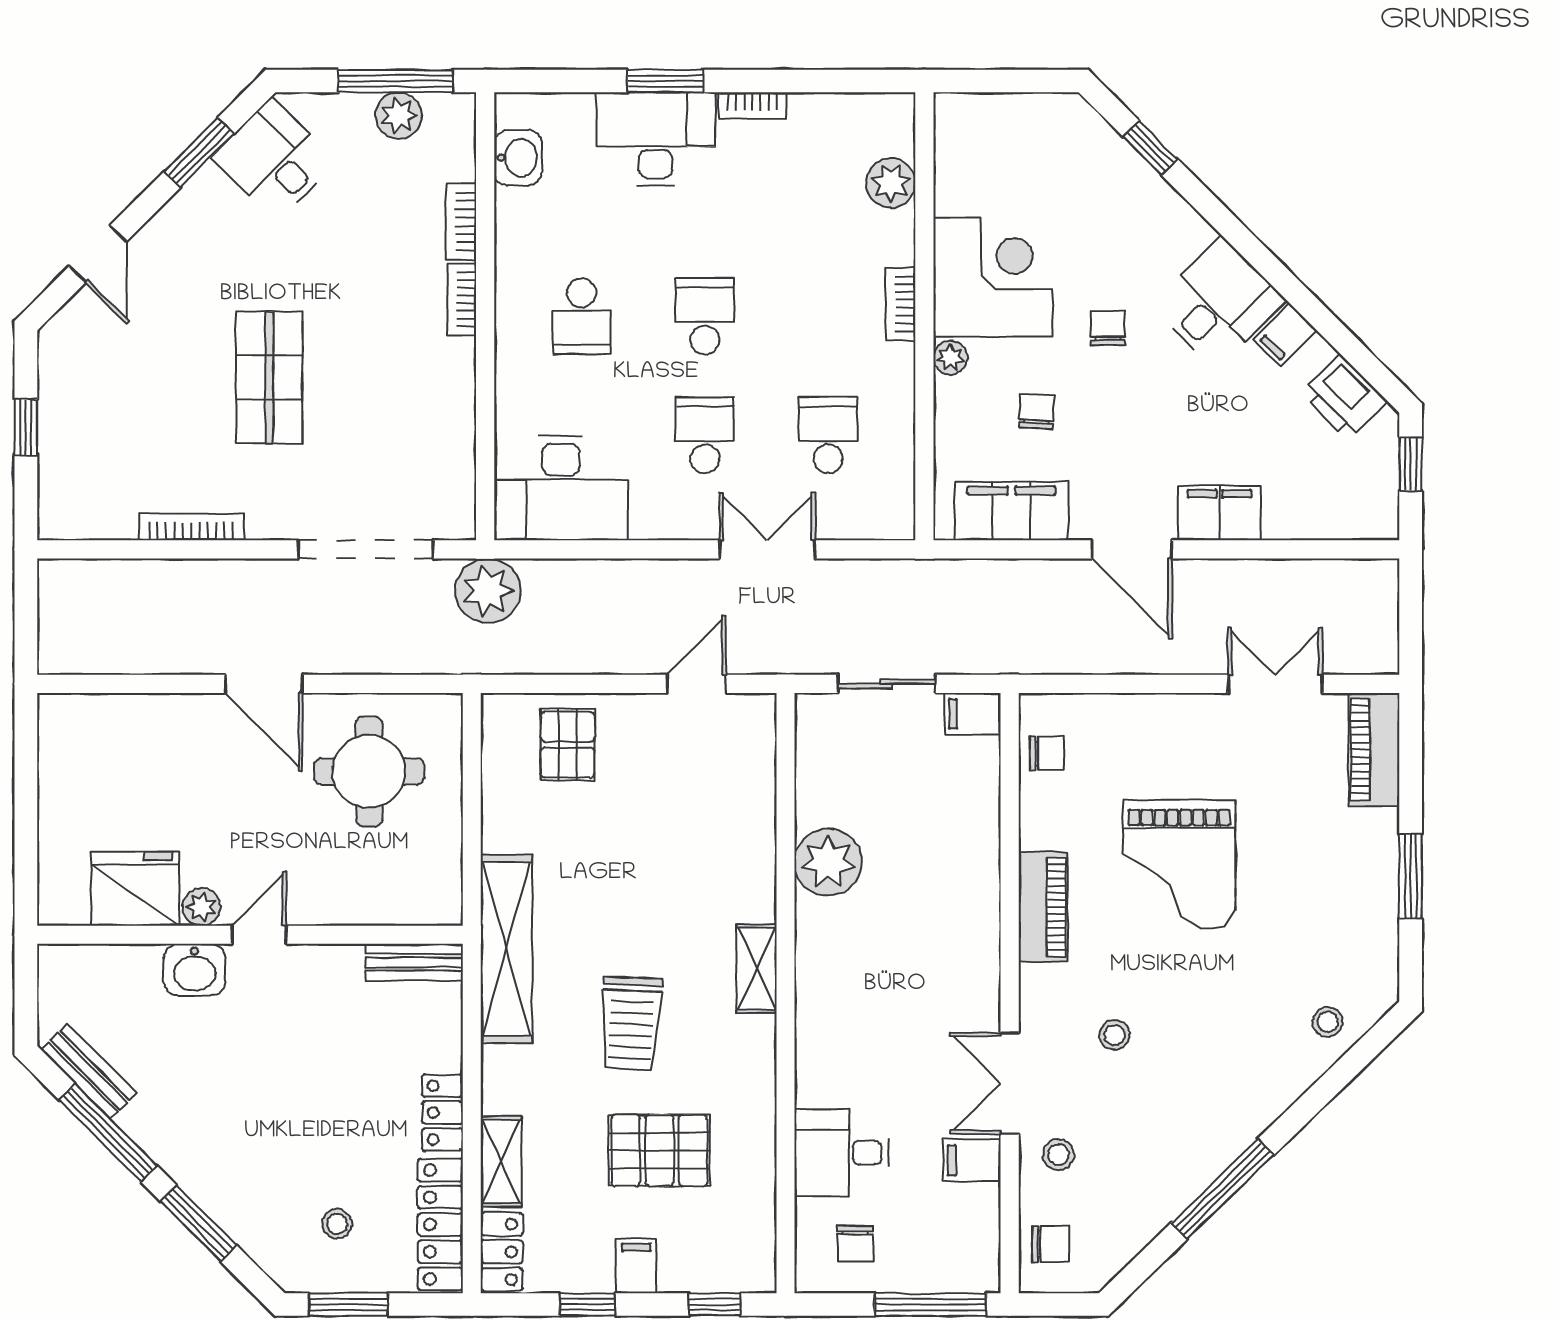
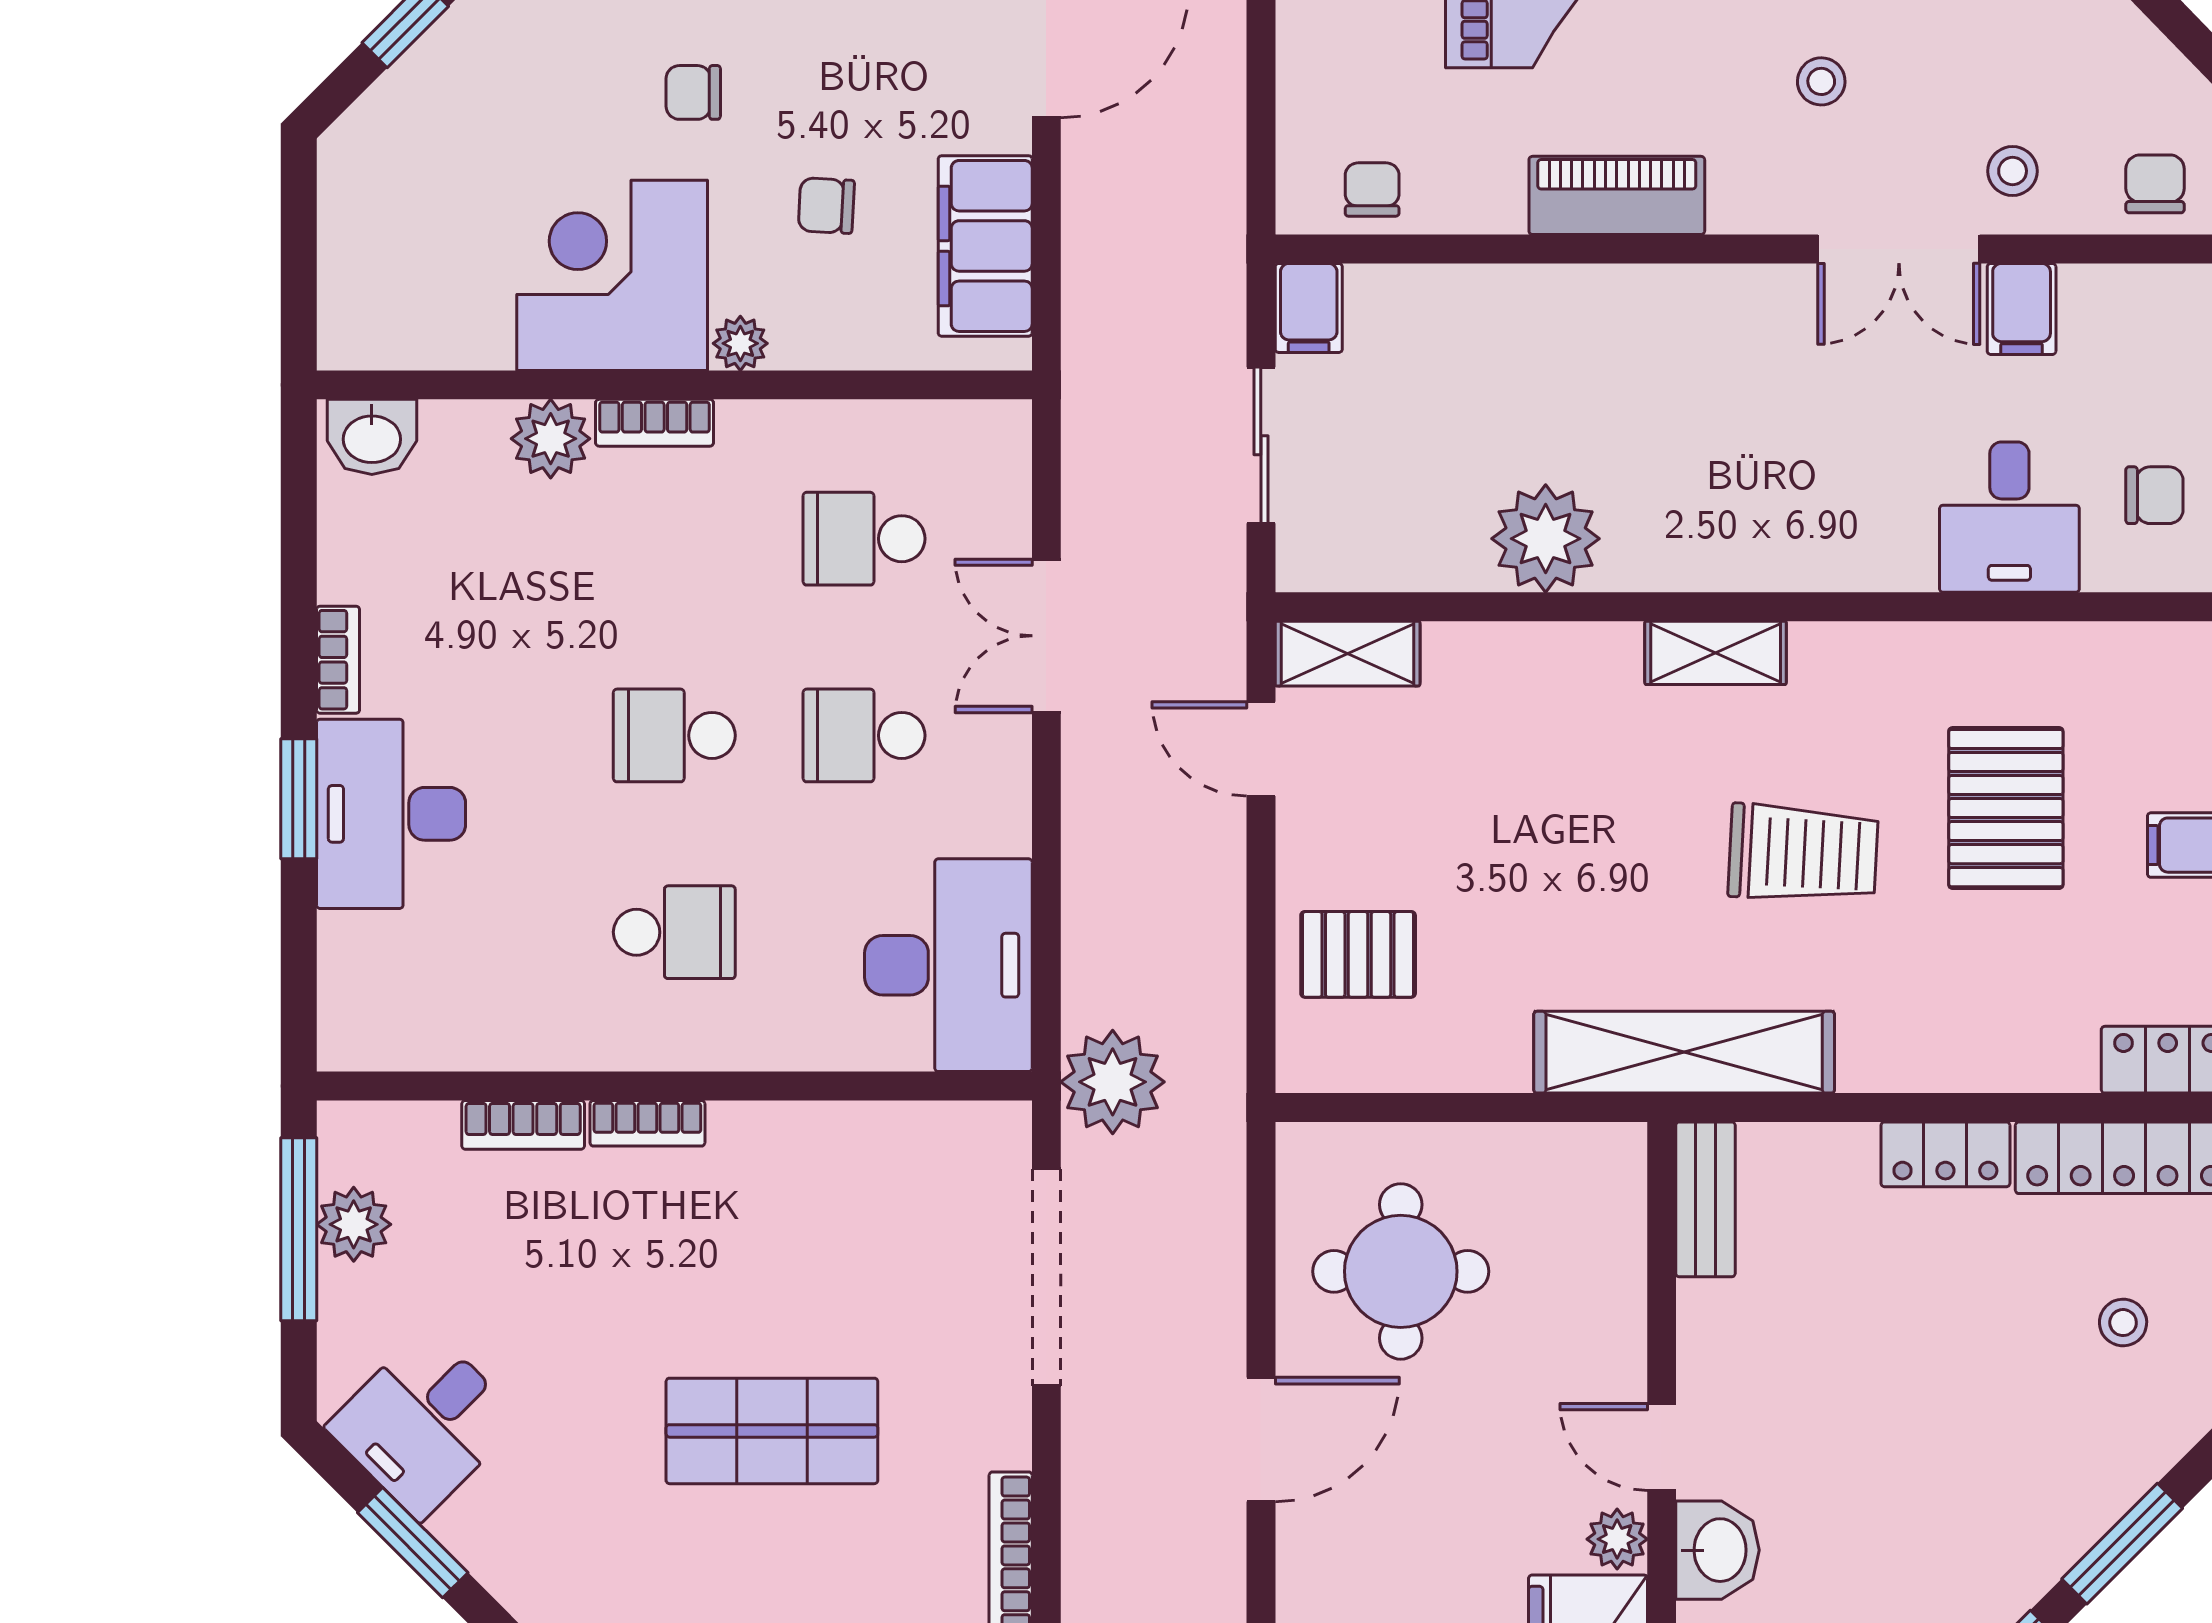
washbasin: (518, 158) -> (372, 437), moved, turned 180
plant: (891, 183) -> (551, 439), moved
shelving: (501, 1161) -> (1348, 654), moved

